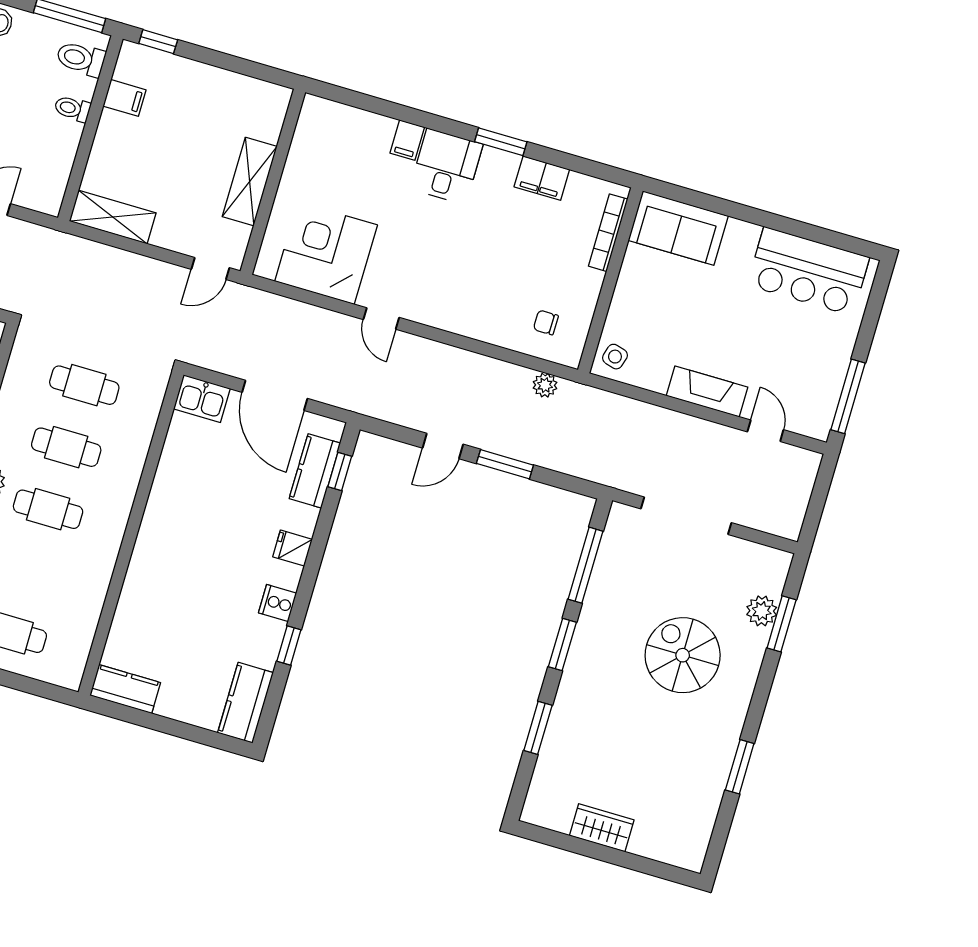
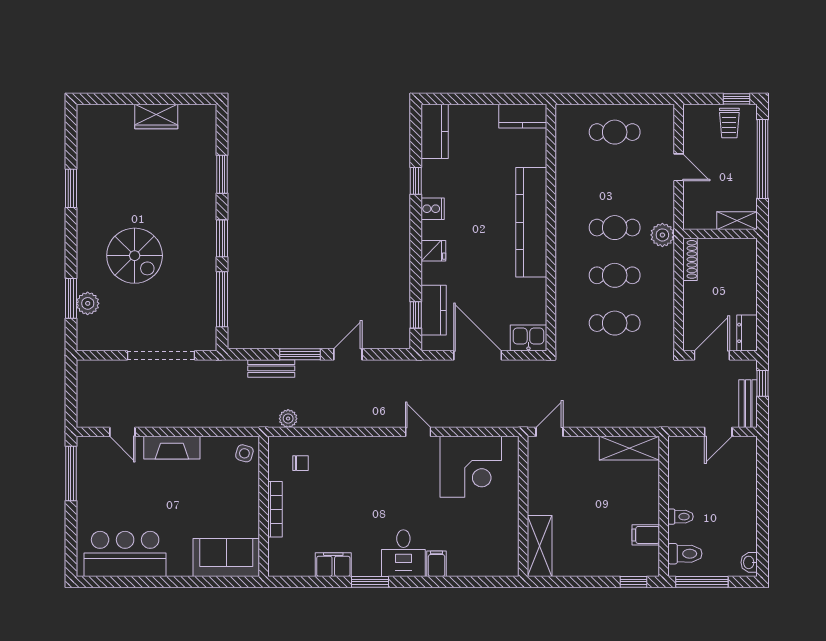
shelving: (250, 182) -> (540, 546), moved
bookcase: (608, 233) -> (275, 509), moved
bench: (548, 457) -> (271, 368), added
kitchen counter: (155, 548) -> (531, 222), added

